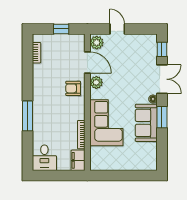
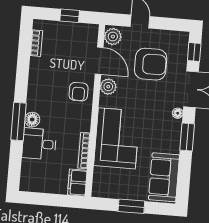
armchair: (128, 62) -> (151, 64), added
armchair: (73, 88) -> (79, 92), turned -90
floor lamp: (38, 113) -> (32, 119), added
sofa: (146, 123) -> (164, 177), moved
desk: (44, 158) -> (39, 144), moved, turned 90
window: (122, 176) -> (131, 206), added

